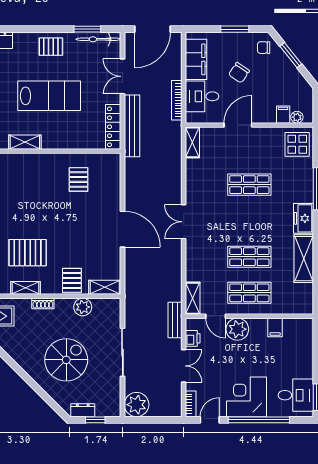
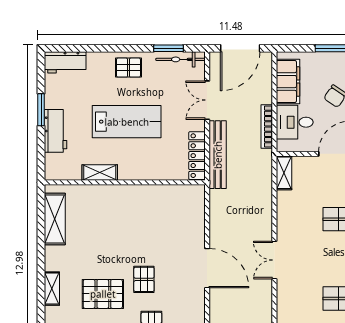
pallet: (79, 179) -> (144, 279), moved

